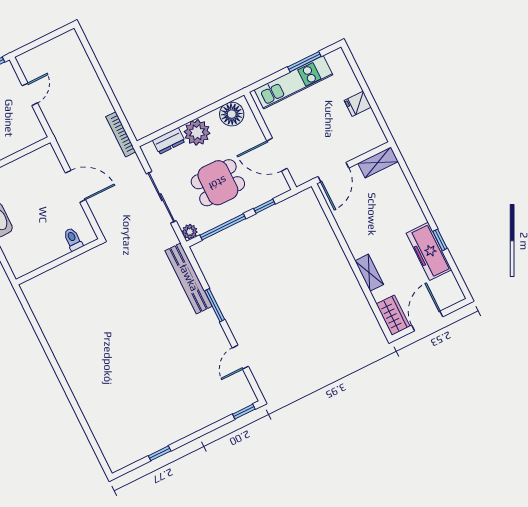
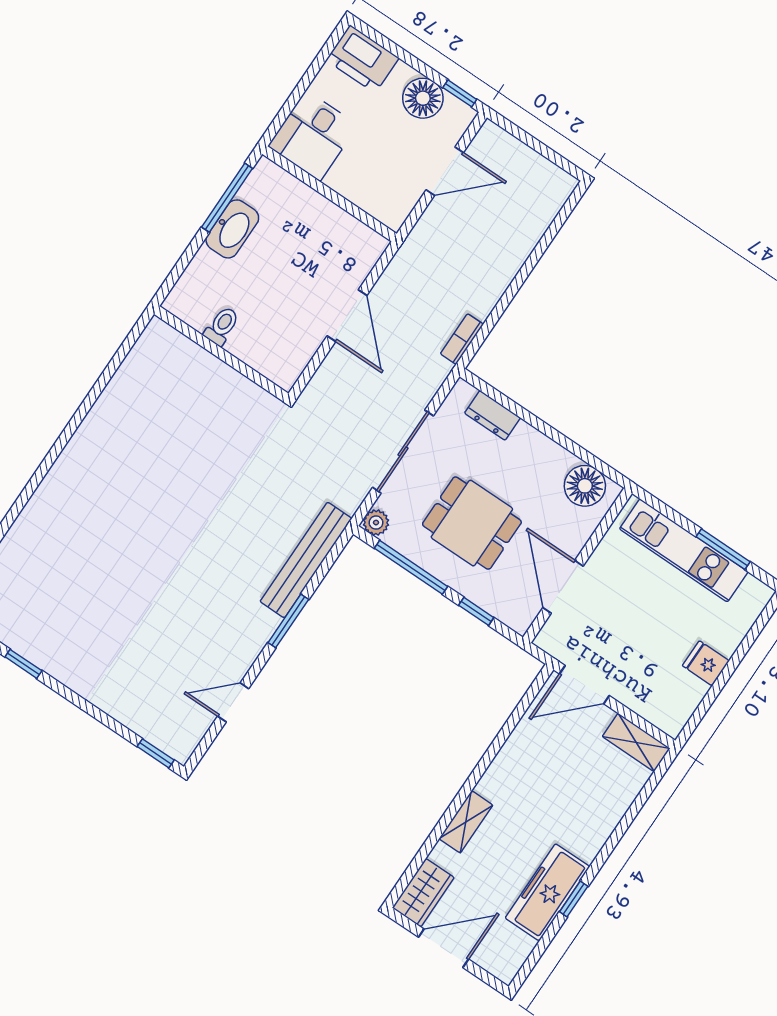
door: (30, 94) -> (445, 171), width x1.38
plant: (197, 132) -> (529, 450), removed
bookcase: (121, 134) -> (462, 339), width x0.64
toilet: (73, 239) -> (222, 326), moved

